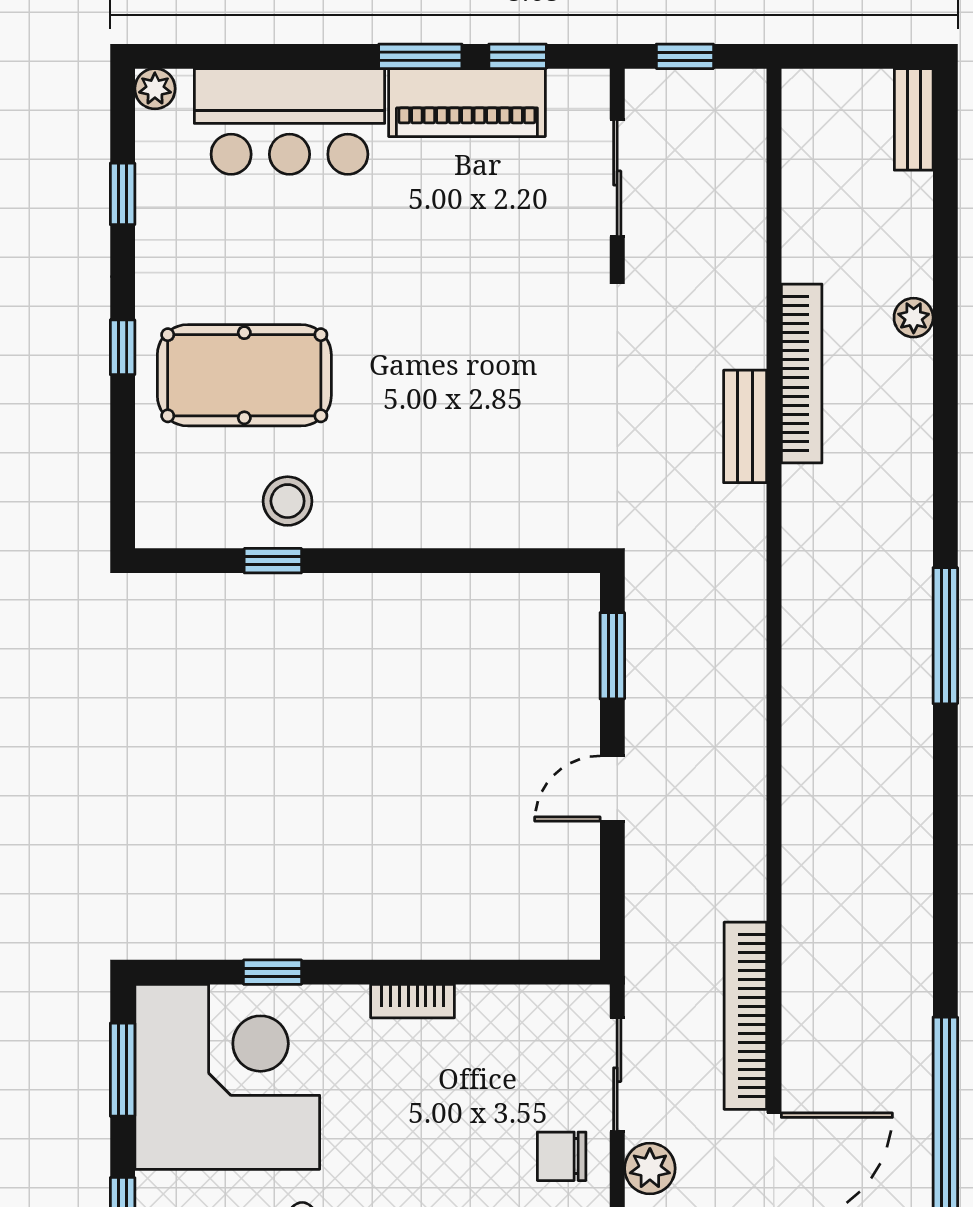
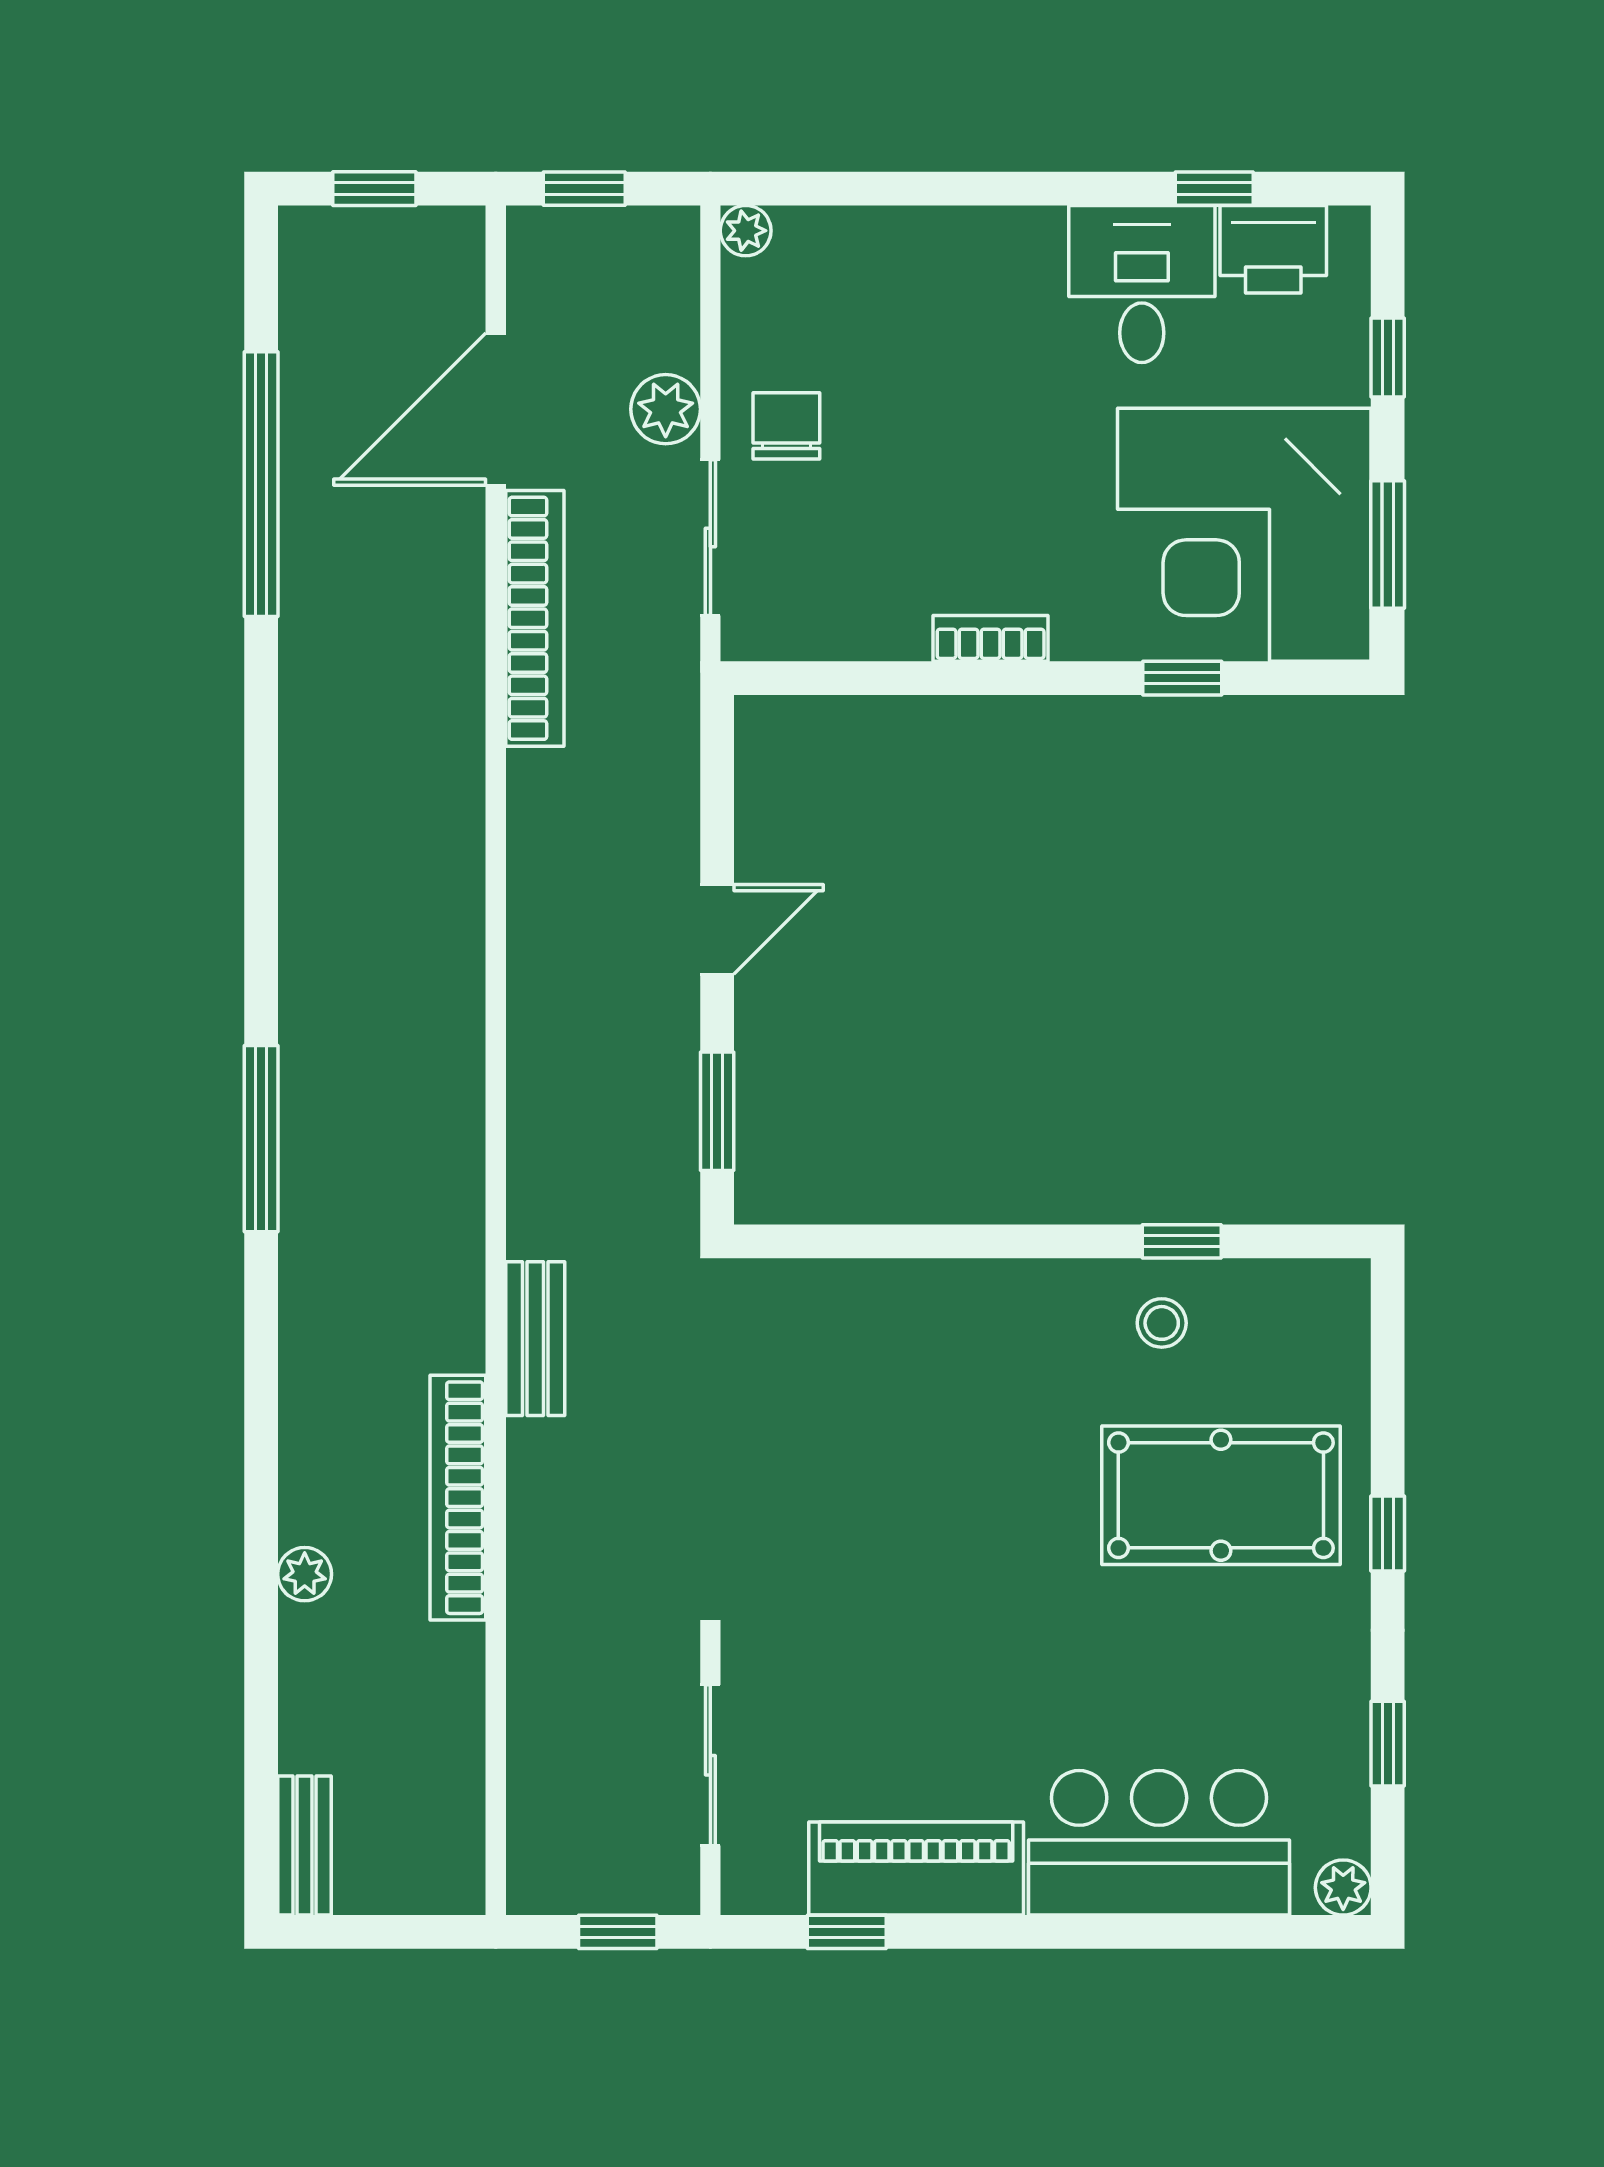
window: (420, 56) -> (980, 1932), removed
bench: (745, 426) -> (535, 1339), moved
stool: (288, 501) -> (1162, 1323), width x0.73, depth x0.73
chair: (562, 1156) -> (786, 426), turned -90

